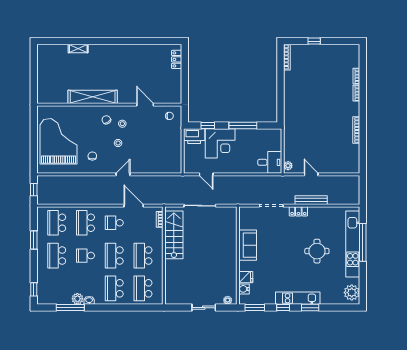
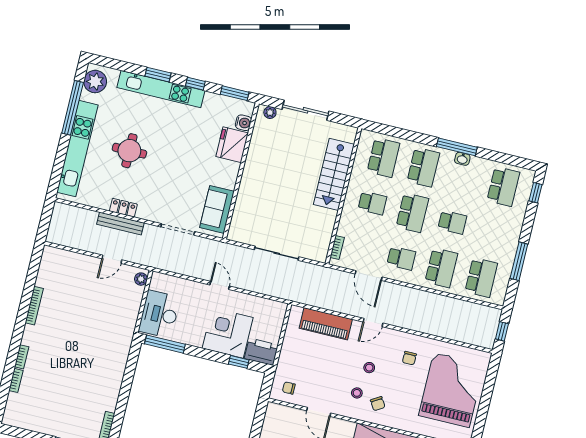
window: (243, 125) -> (165, 344), moved
grand piano: (58, 141) -> (451, 390), turned 180
desk: (270, 162) -> (159, 314), moved, width x1.37
piano: (155, 166) -> (326, 324), added
door: (206, 174) -> (220, 285), moved
door: (311, 174) -> (112, 259), hinge flipped
locker: (298, 211) -> (123, 208), moved
stairs: (174, 235) -> (334, 174), moved
window: (34, 240) -> (519, 261), width x1.44
window: (363, 242) -> (73, 108), moved
sofa: (248, 245) -> (217, 209), moved
school desk: (57, 256) -> (503, 186), moved
school desk: (143, 256) -> (372, 203), width x0.54
fridge: (246, 277) -> (232, 145), width x1.88, depth x1.34
kitchen unit: (298, 298) -> (161, 89), width x1.36
plant: (77, 299) -> (478, 165), removed
window: (70, 308) -> (457, 147), moved
sliding door: (204, 308) -> (306, 110), width x1.37

